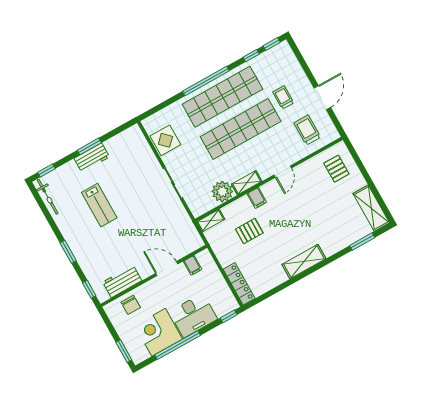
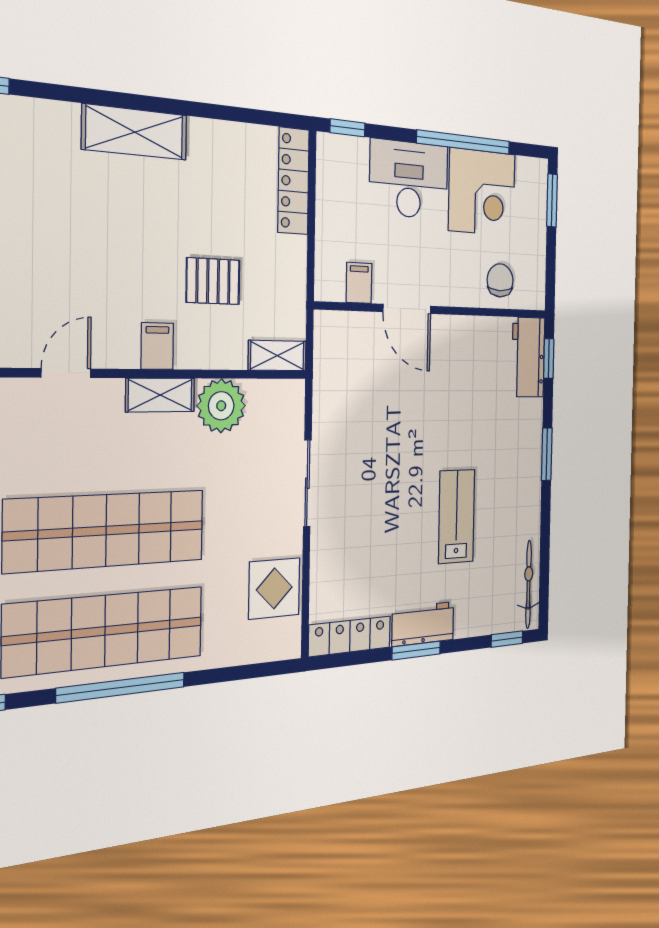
locker: (123, 138) -> (350, 636), added
workbench: (122, 281) -> (528, 357), moved, turned 90

